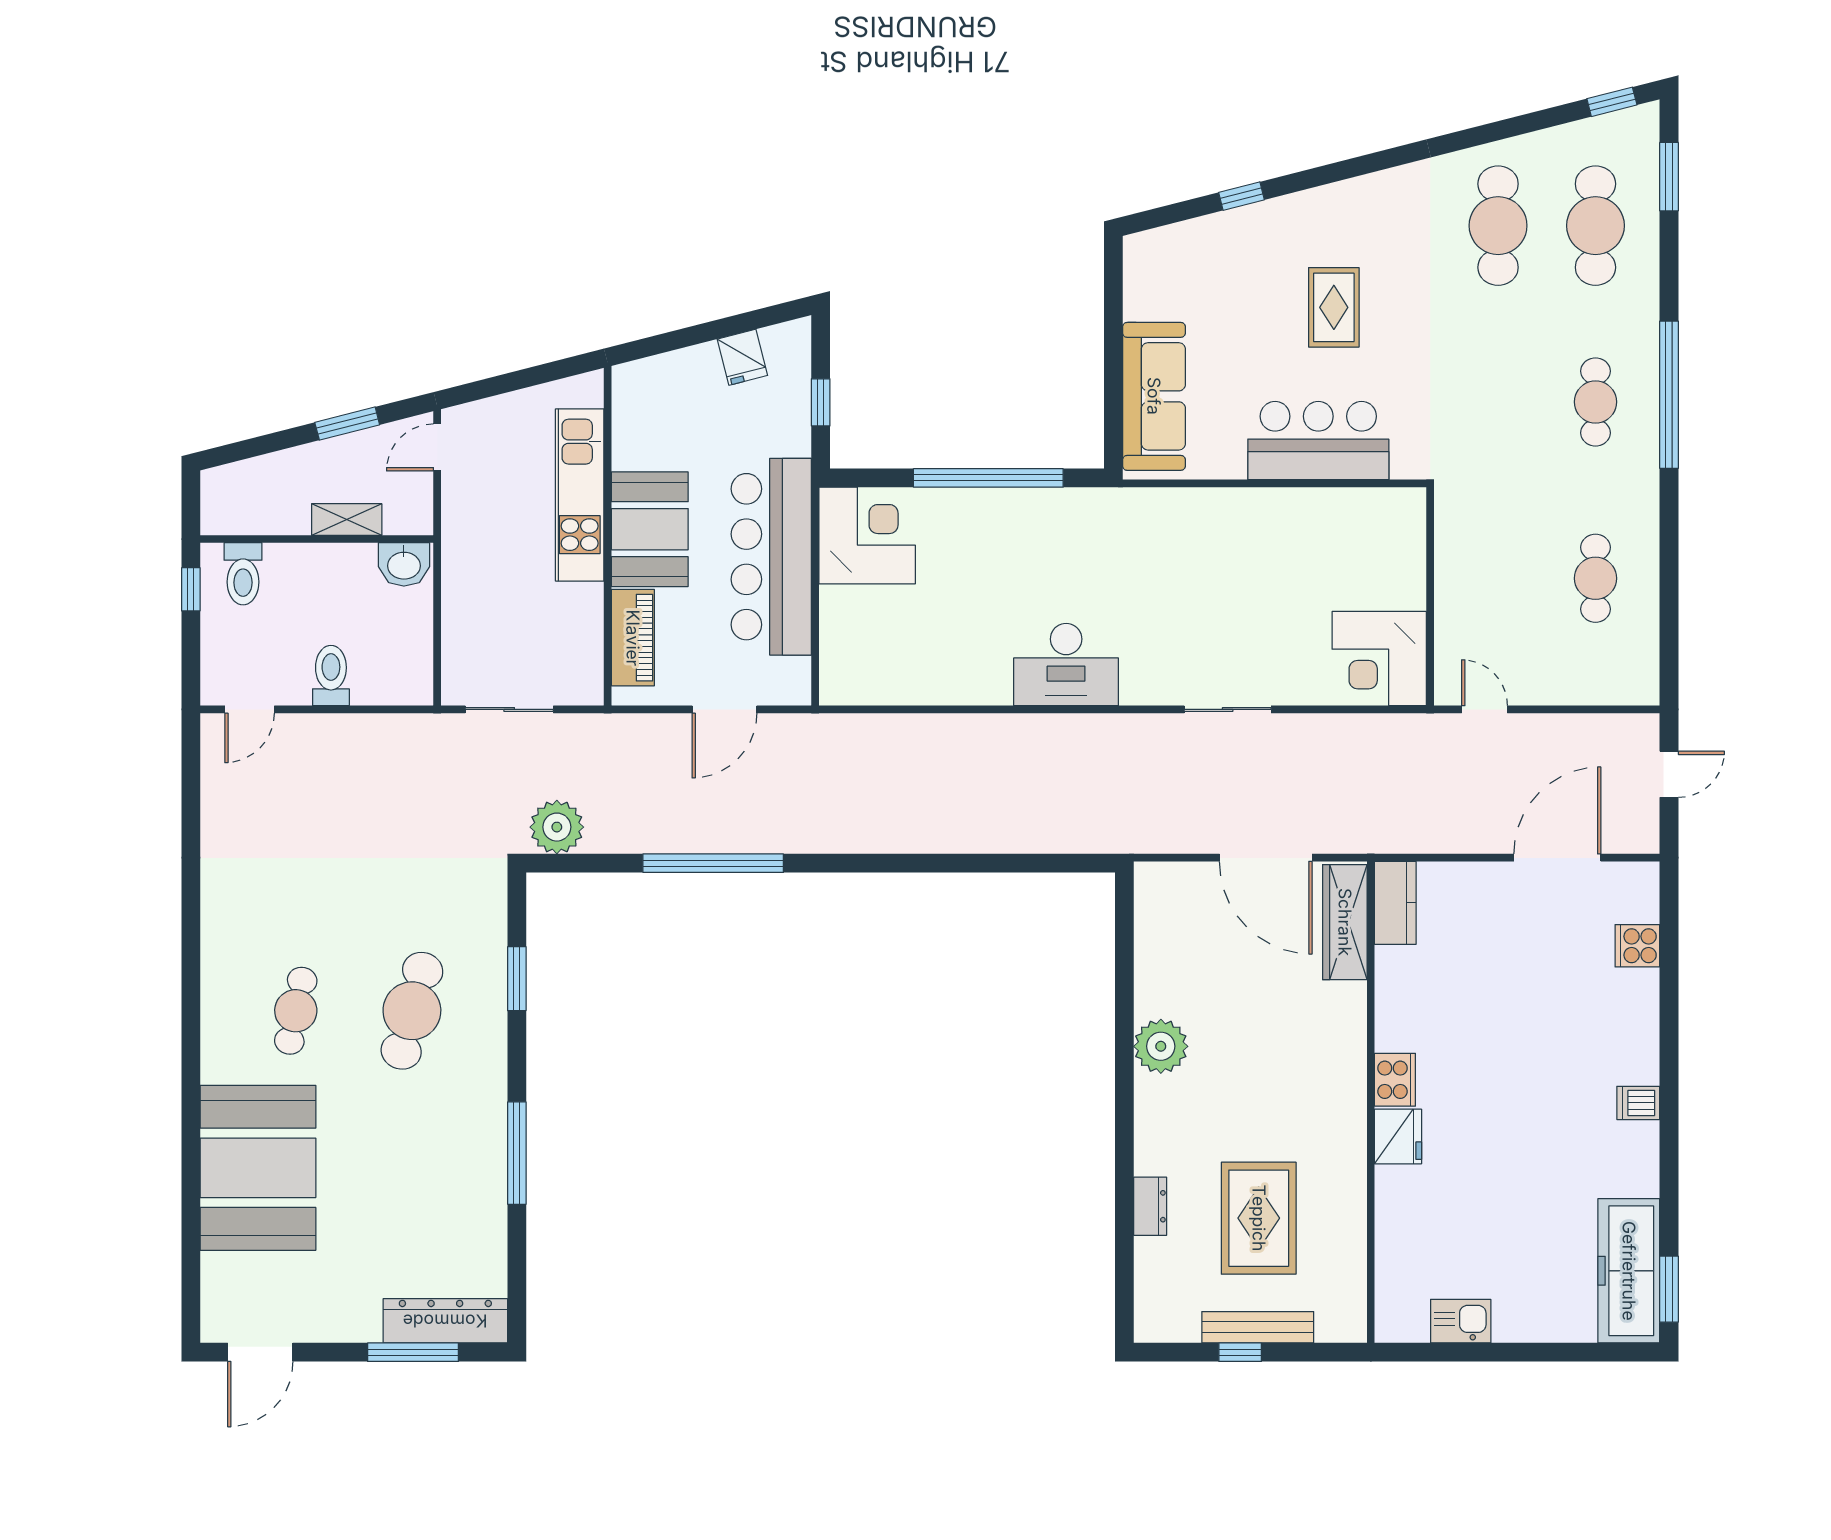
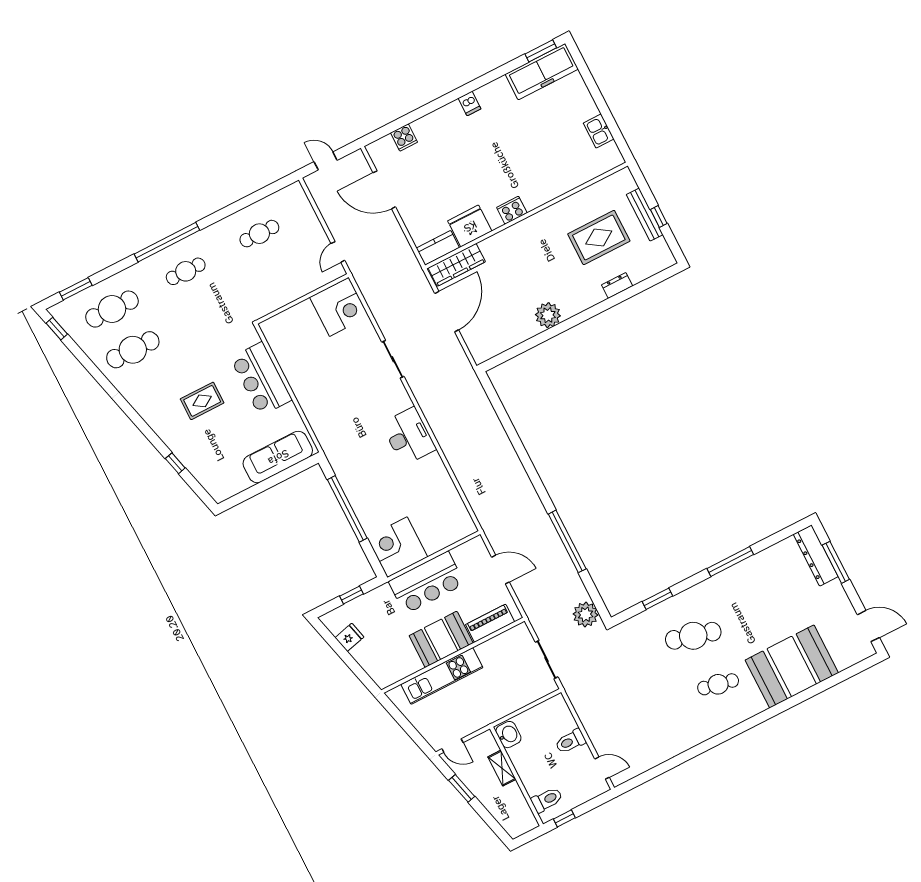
bar counter: (771, 557) -> (427, 583), width x0.73
fridge: (1398, 1137) -> (470, 226), moved, width x1.36, depth x1.34

